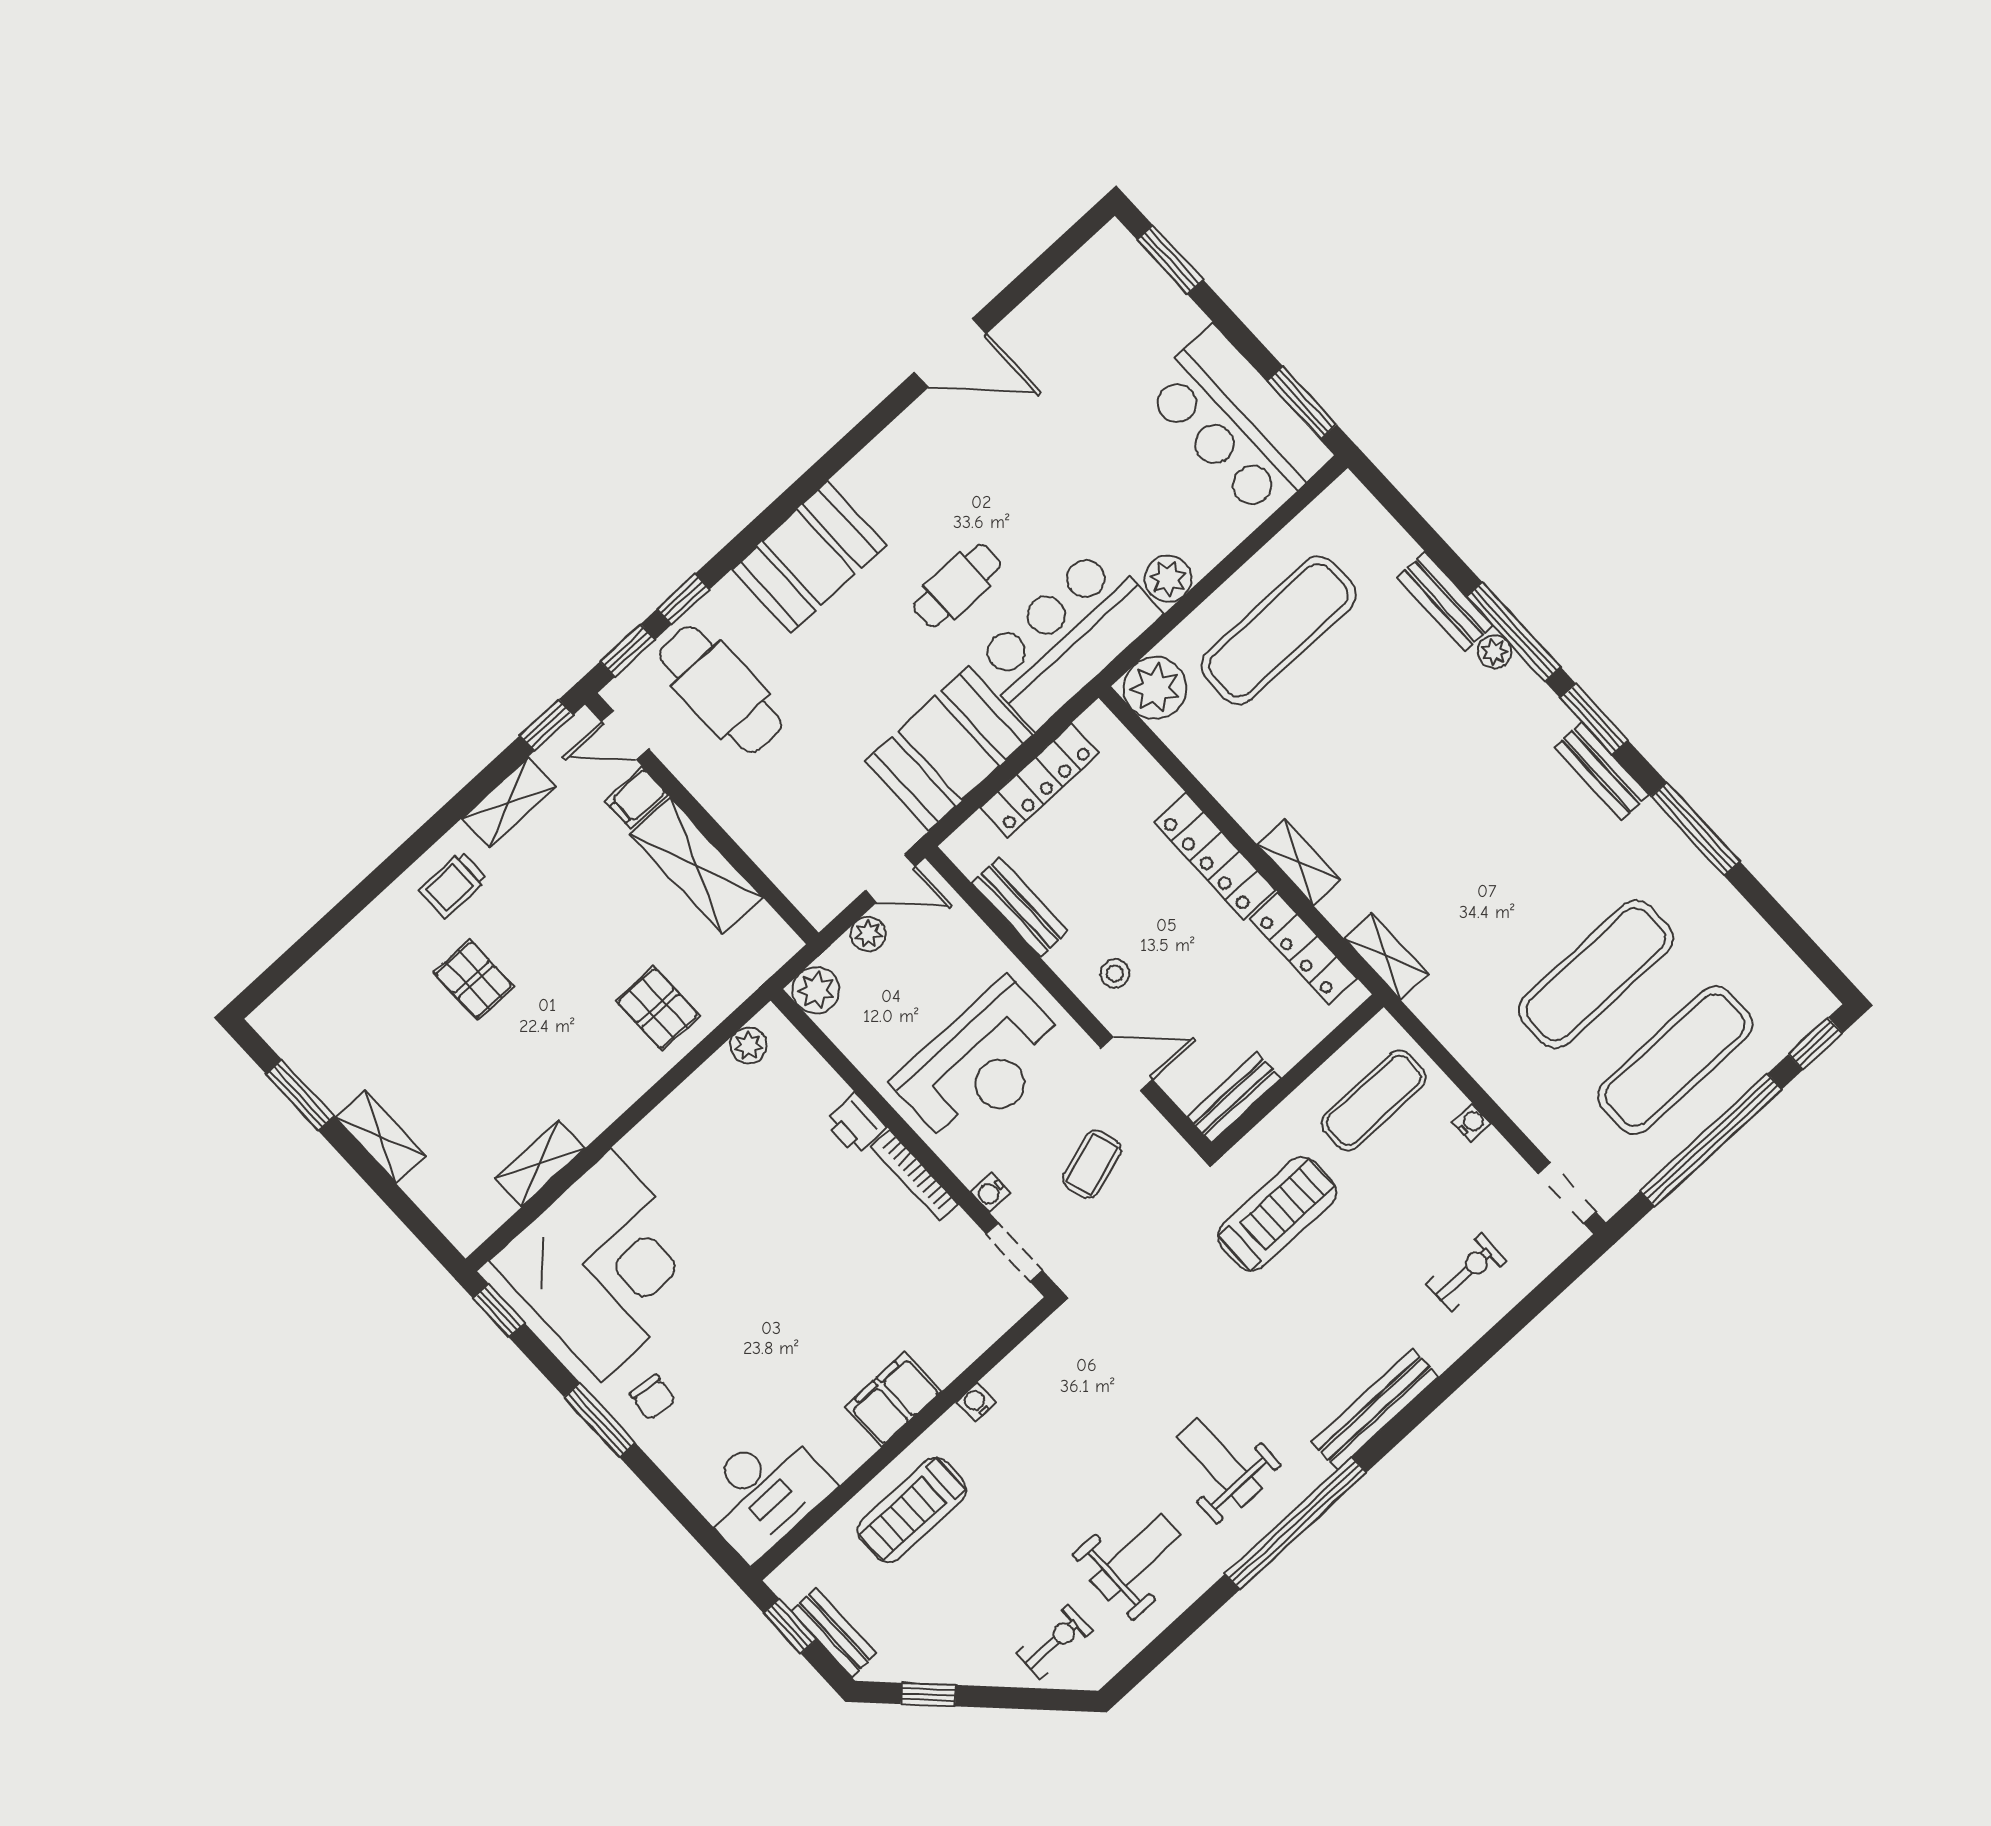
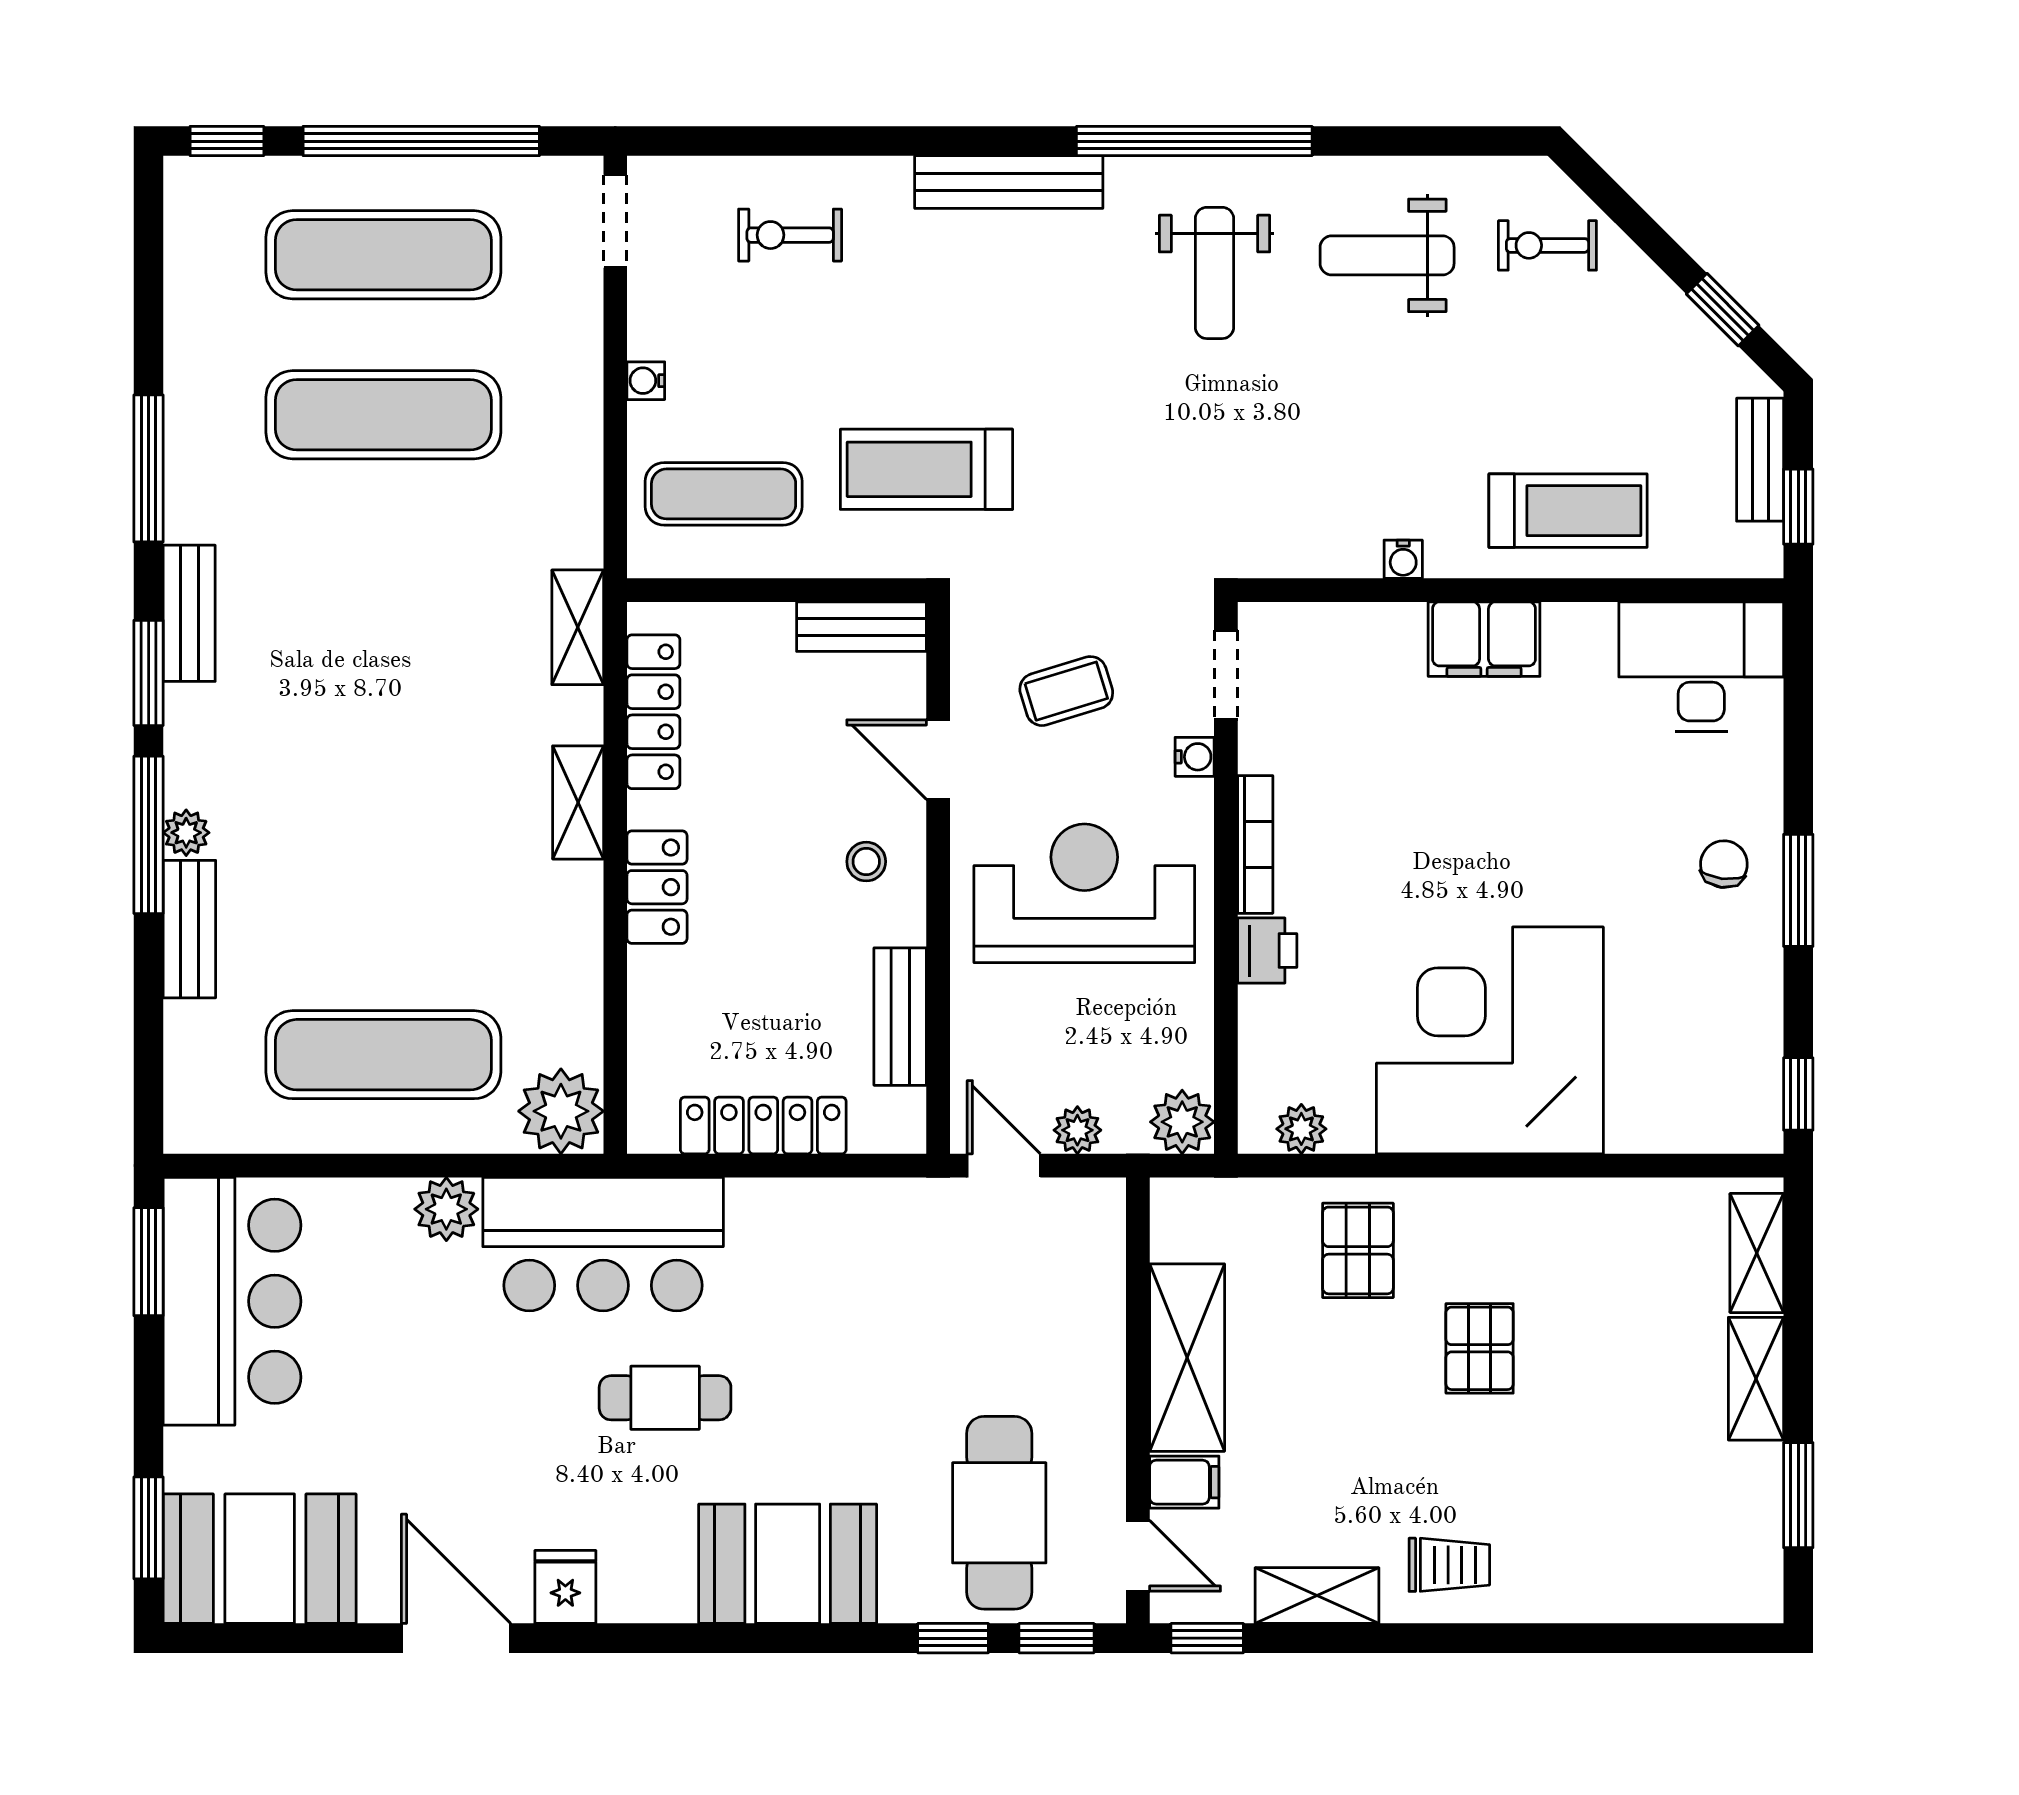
fridge: (917, 435) -> (565, 1587), added
booth: (949, 748) -> (260, 1559), moved
locker: (1215, 856) -> (657, 887), width x0.66
pallet: (474, 980) -> (1480, 1348), moved
shelving: (540, 1163) -> (1757, 1253), moved, turned 90
corner desk: (606, 1265) -> (1490, 1040), moved

